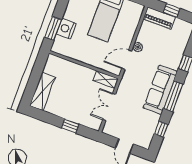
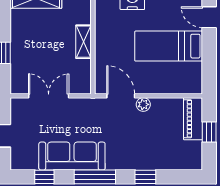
shelving: (106, 80) -> (84, 42), moved
sofa: (160, 90) -> (72, 156), moved

